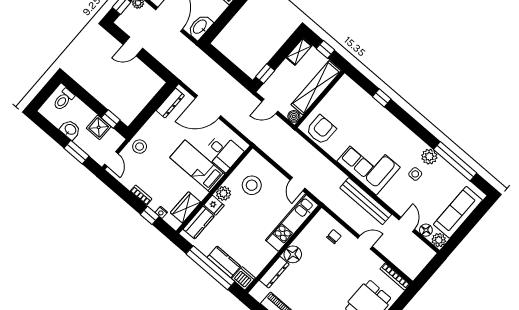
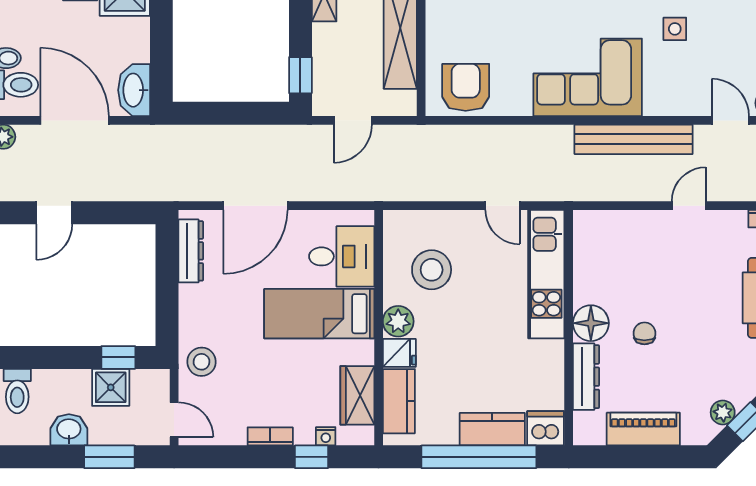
boiler: (294, 116) -> (404, 104), removed
chair: (334, 237) -> (644, 333), moved

